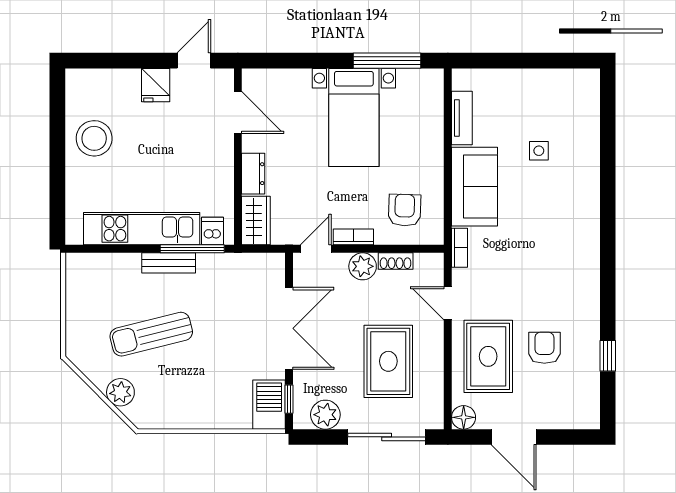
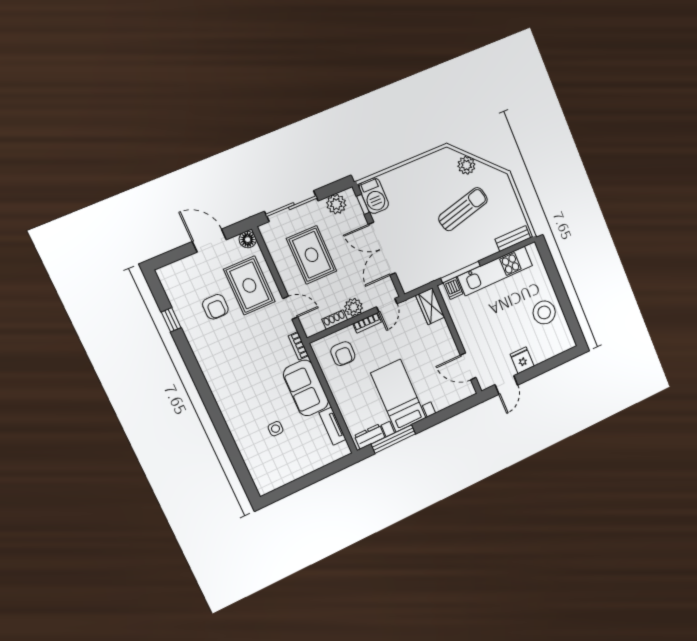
dresser: (253, 174) -> (370, 436), moved, turned 90
bench: (169, 263) -> (513, 238), moved

